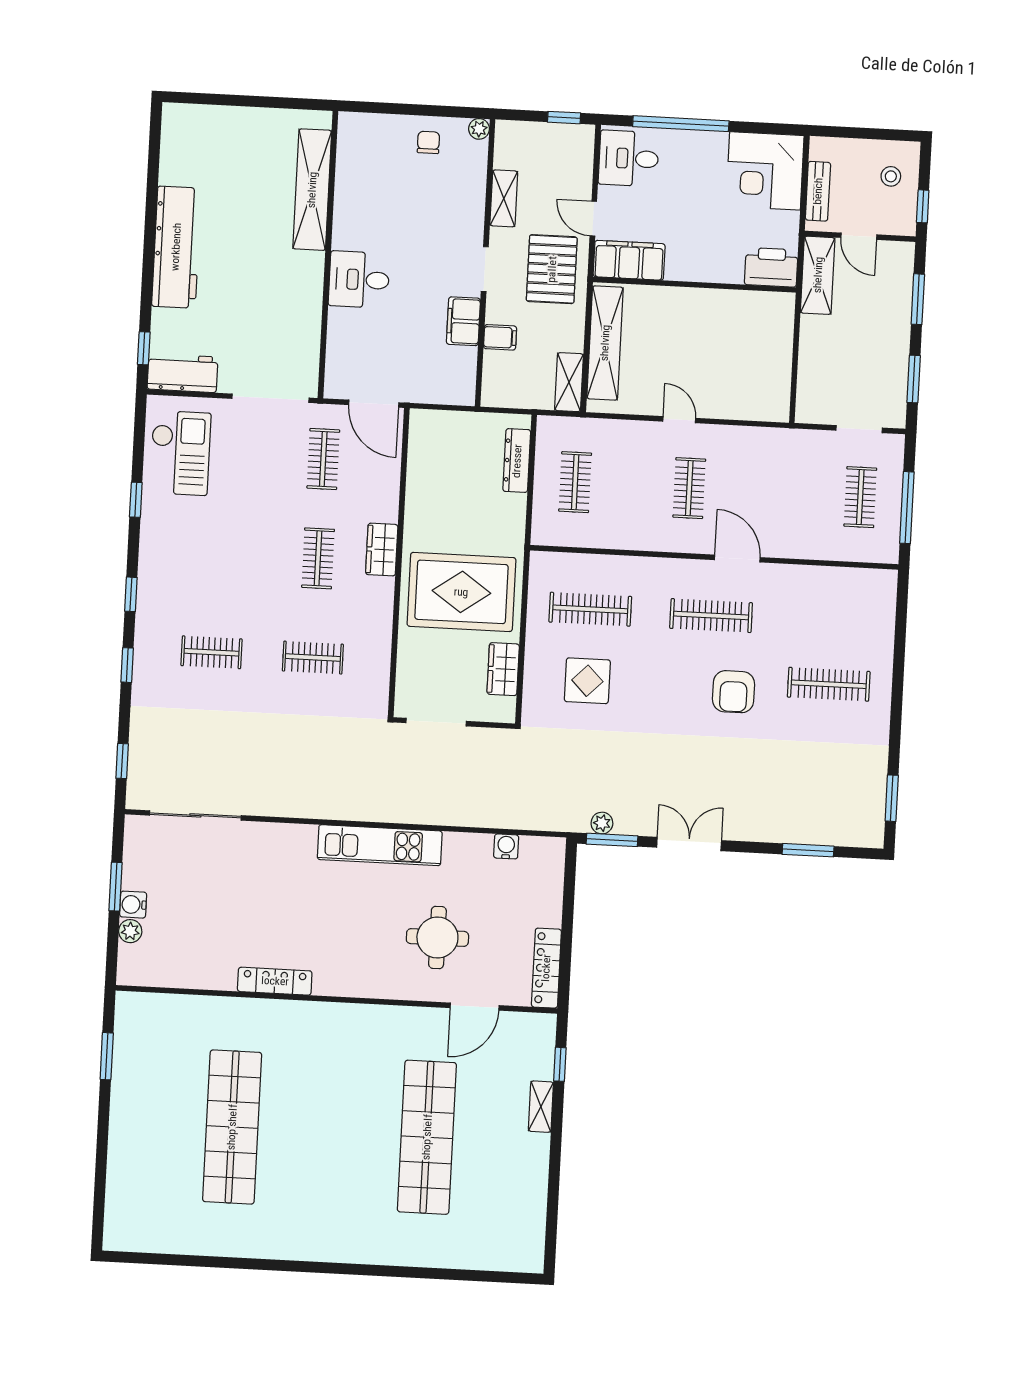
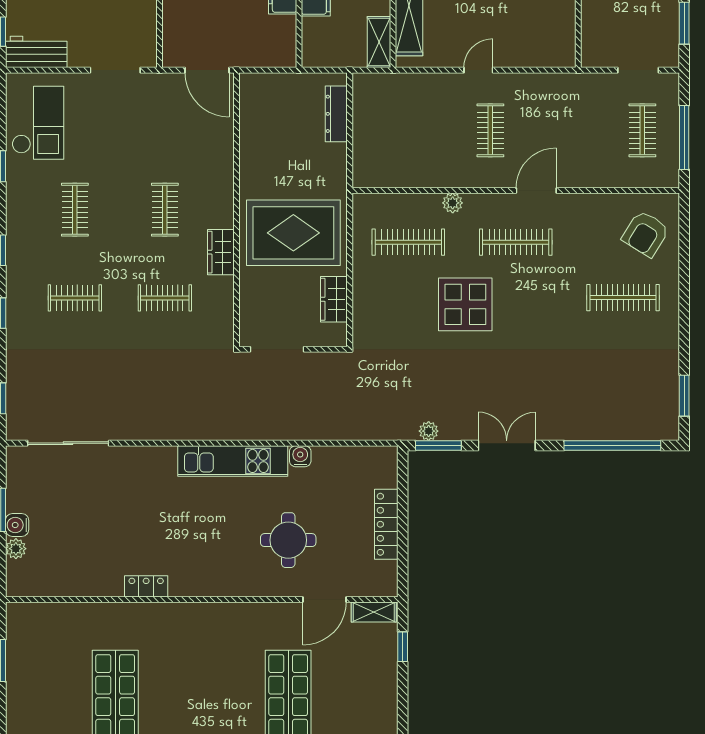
doorway: (271, 398) -> (115, 70), width x0.73
door: (679, 420) -> (478, 70), hinge flipped
clothes rail: (323, 459) -> (75, 210), moved
clothes rail: (575, 482) -> (389, 130), removed
wardrobe: (382, 550) -> (221, 252), moved
door: (737, 559) -> (536, 190), hinge flipped
plant: (642, 568) -> (453, 203), added
display table: (587, 681) -> (465, 304), moved, width x1.36, depth x1.36
armchair: (733, 692) -> (646, 234), moved, turned 32
water cooler: (506, 846) -> (300, 456), moved
window: (808, 850) -> (612, 446), width x2.11
locker: (546, 968) -> (386, 524), moved
locker: (275, 981) -> (146, 586), width x0.66
shelving: (541, 1107) -> (374, 612), moved, turned 90

